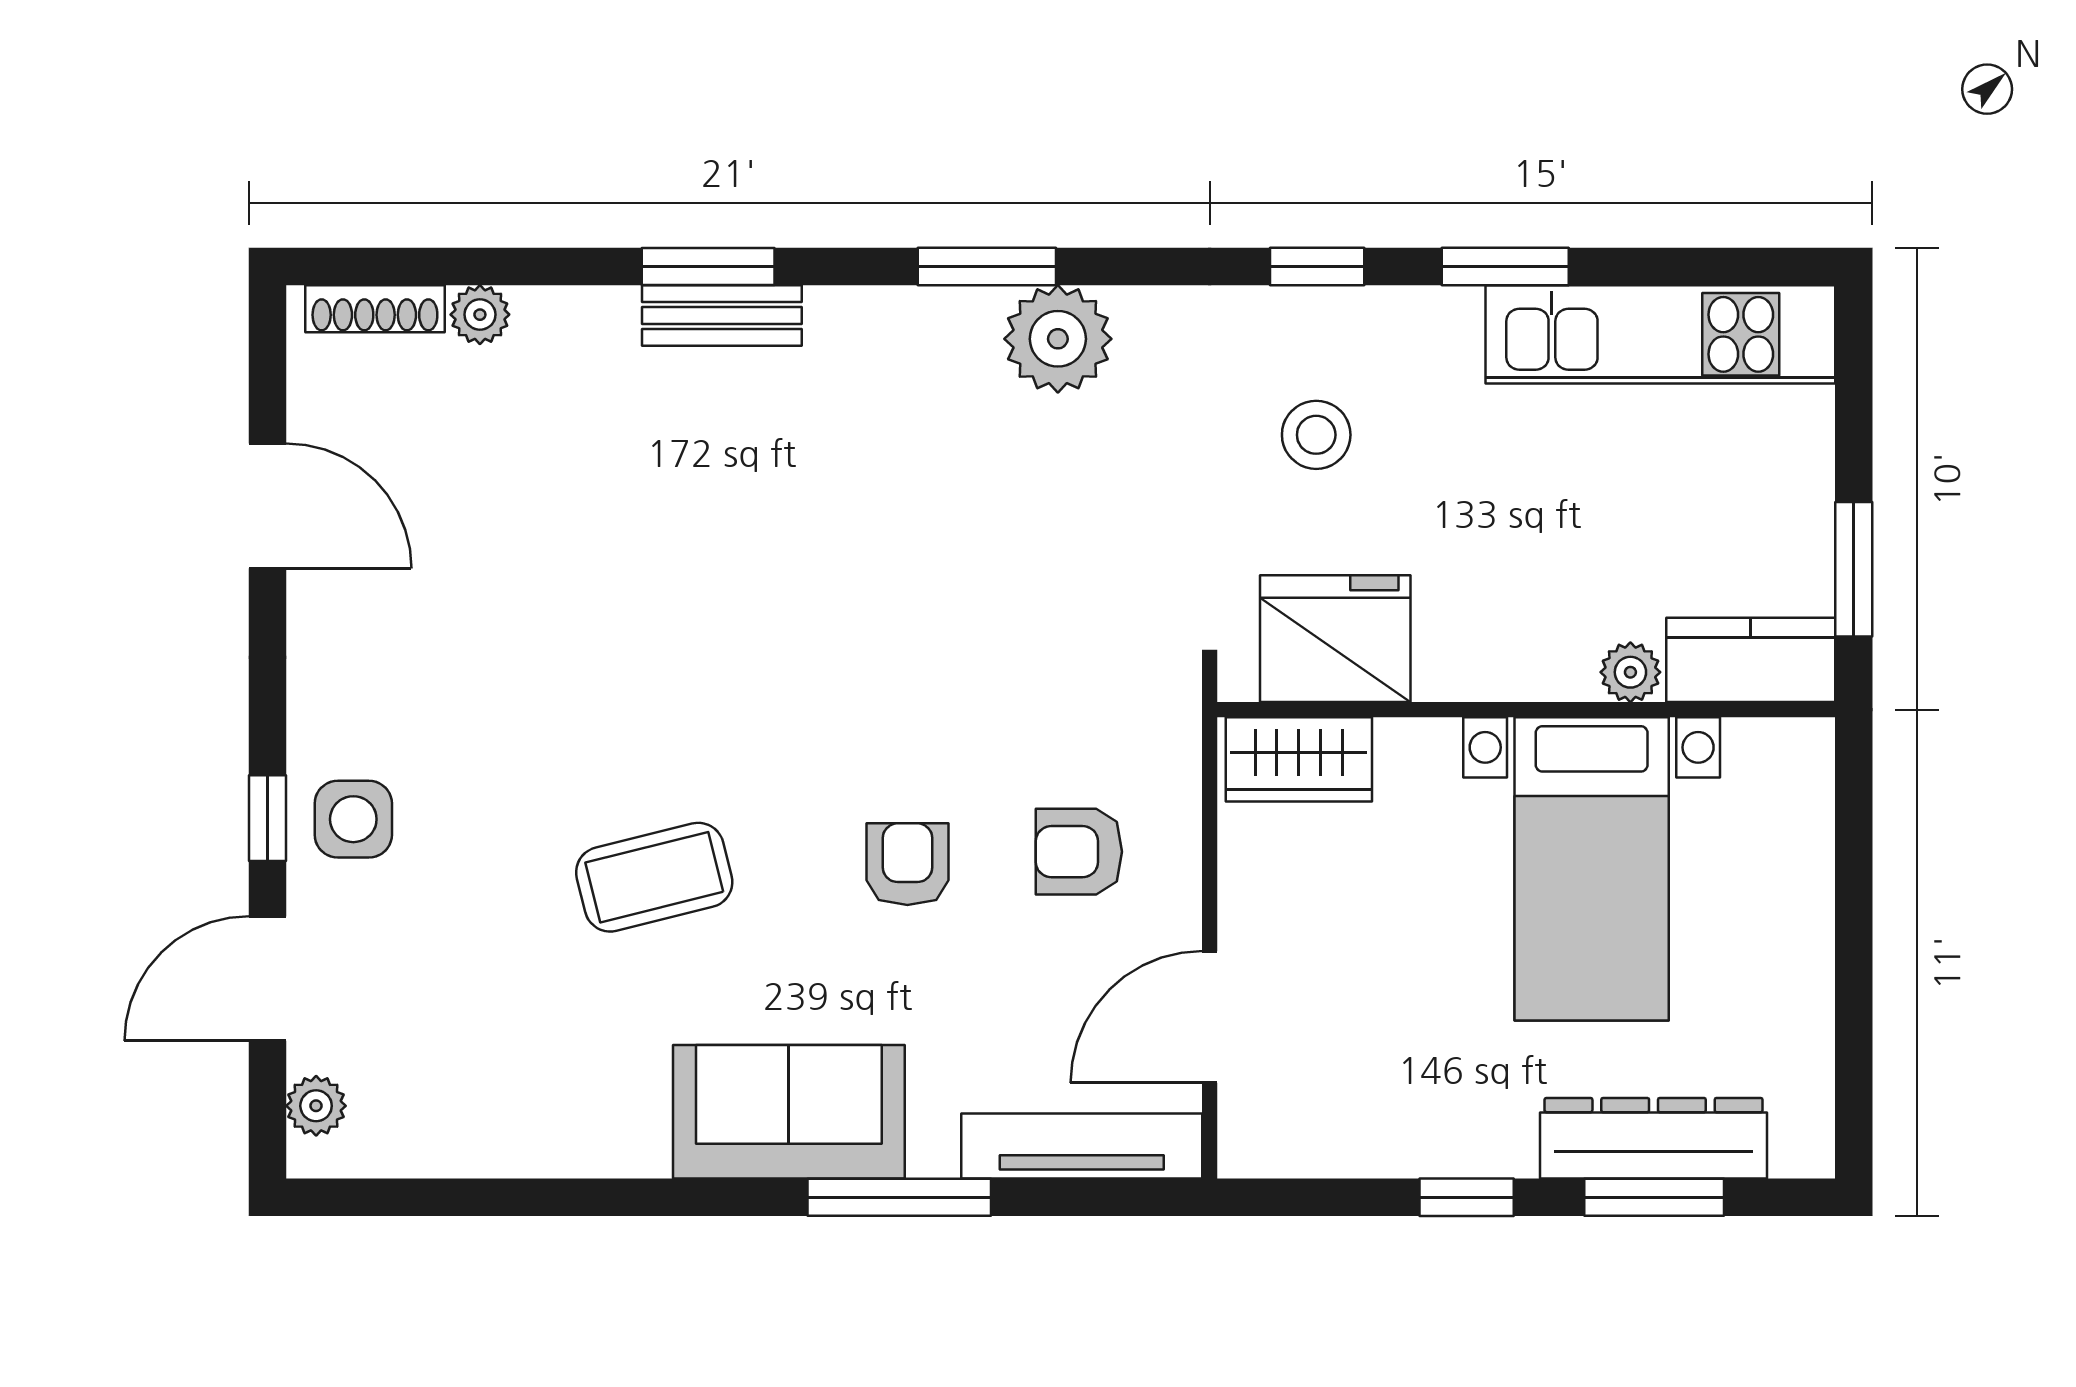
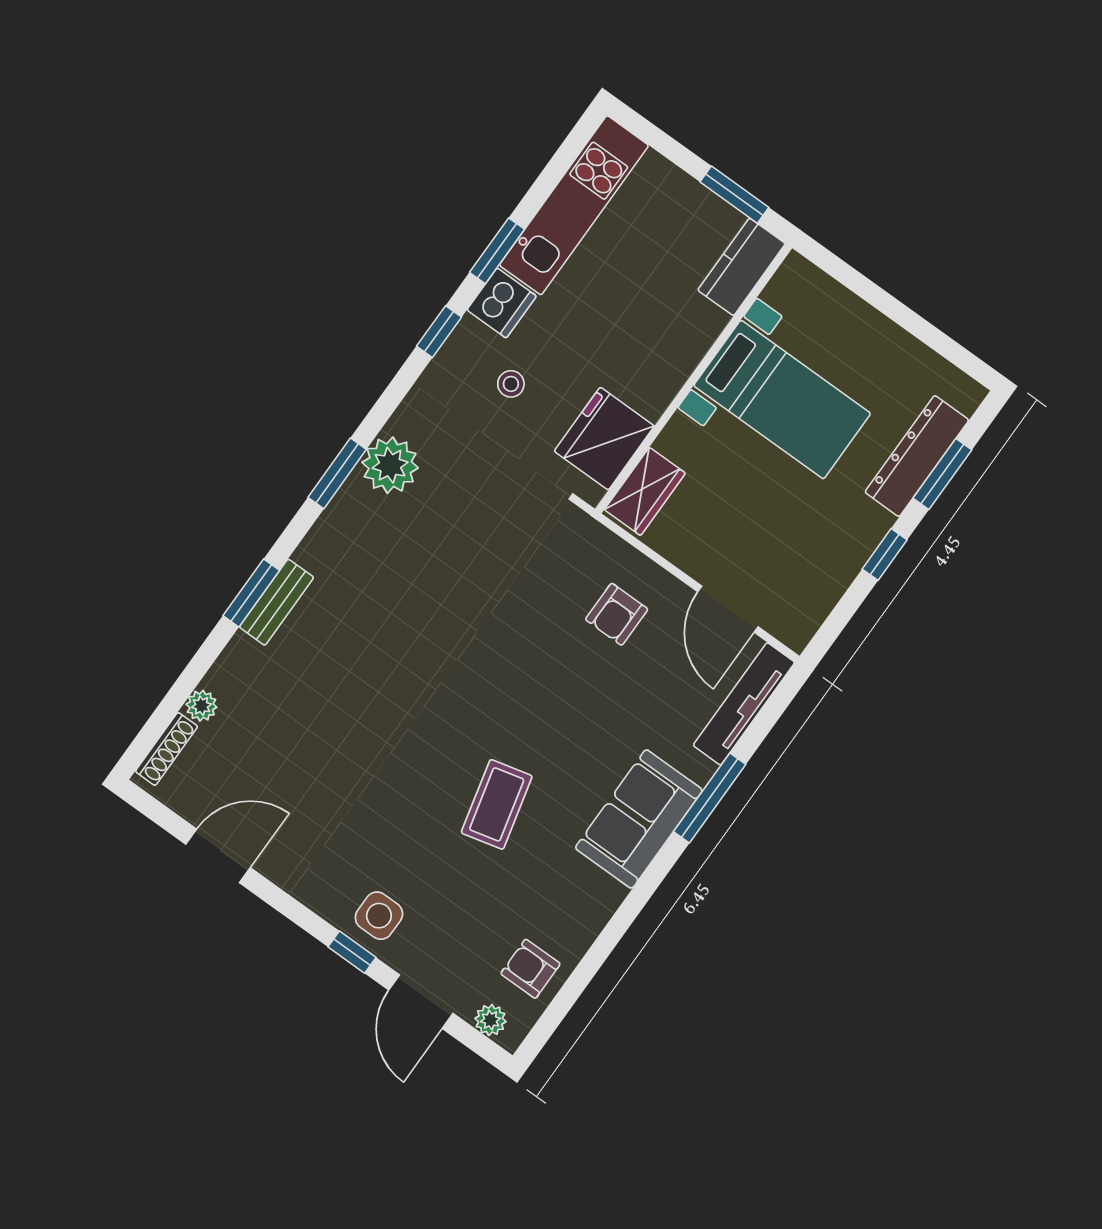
dishwasher: (1430, 331) -> (502, 303), added
stool: (1316, 435) -> (511, 384), width x0.73, depth x0.73
plant: (1630, 672) -> (710, 322), removed
armchair: (907, 864) -> (531, 969), moved

